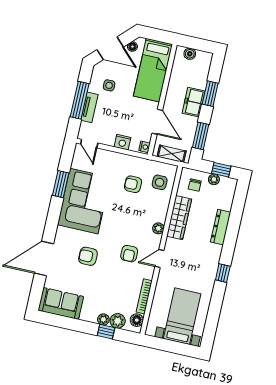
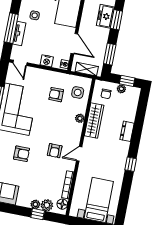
freezer: (194, 102) -> (105, 16), moved
dresser: (221, 227) -> (127, 131), width x0.70
plant: (158, 228) -> (80, 118), moved
armchair: (88, 256) -> (22, 154), turned 180

